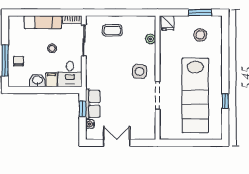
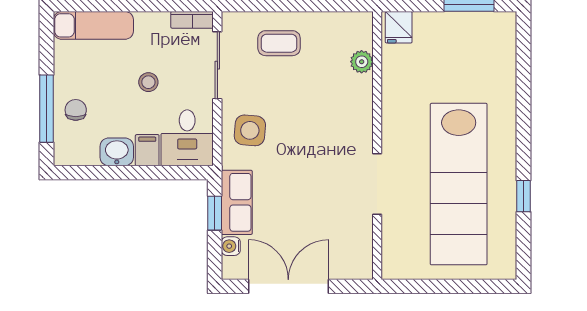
exam couch: (43, 22) -> (93, 25), moved
stool: (200, 35) -> (469, 53), removed
side table: (139, 71) -> (250, 130), moved
double door: (117, 143) -> (288, 286), width x1.37

